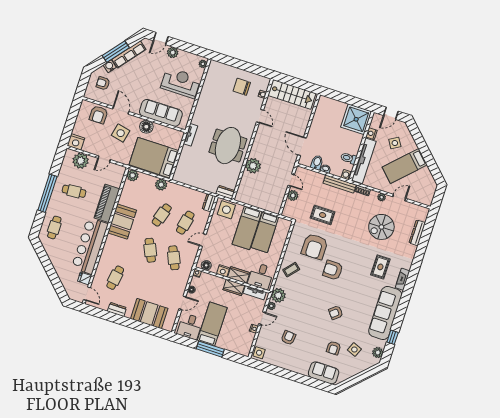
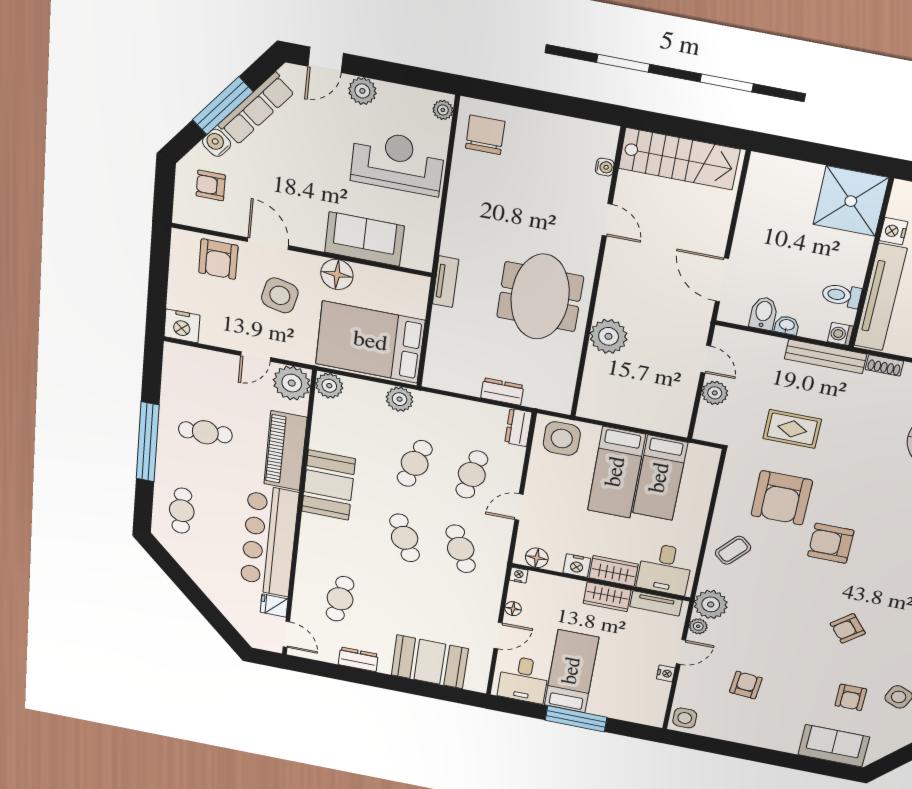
chair: (242, 87) -> (485, 135), moved, turned 90
sofa: (161, 113) -> (364, 239), width x0.73
plant: (81, 161) -> (292, 383), moved
dresser: (225, 192) -> (502, 392), moved

